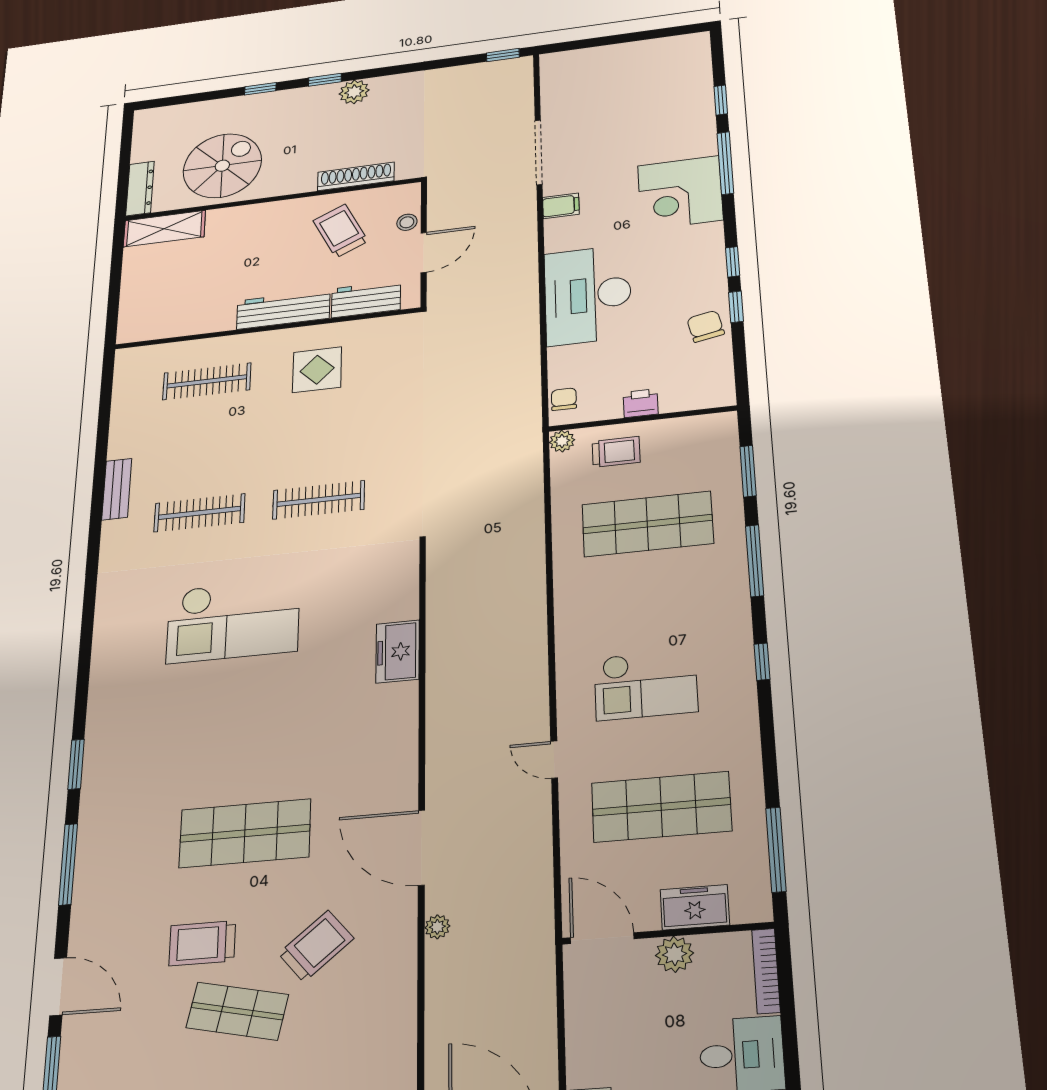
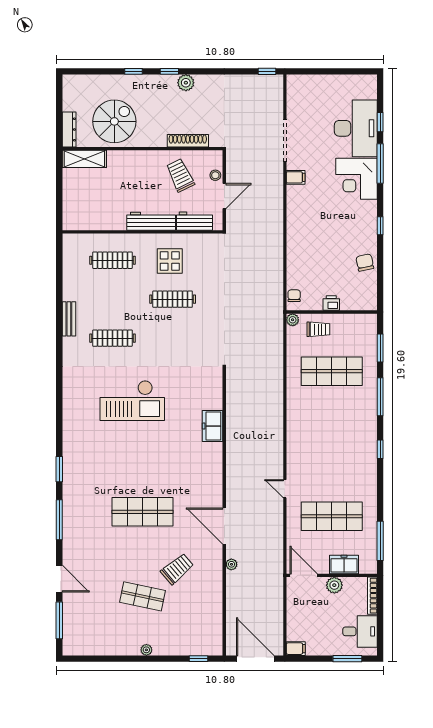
desk: (588, 295) -> (356, 128), moved, turned 180
window: (736, 307) -> (380, 253), removed
clothes rail: (319, 500) -> (173, 299), moved
checkout: (646, 685) -> (327, 455), removed
trolley: (202, 943) -> (125, 563), removed

